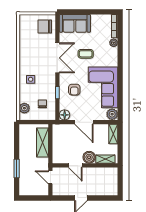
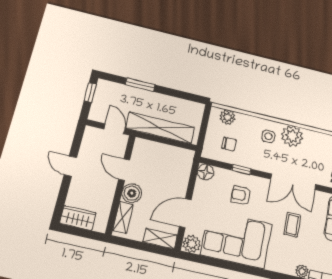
plant: (27, 64) -> (292, 136), added
door: (84, 122) -> (185, 213), moved
shelving: (42, 143) -> (160, 128), width x1.47
door: (75, 165) -> (124, 170), hinge flipped
door: (50, 177) -> (115, 129), hinge flipped
wardrobe: (112, 186) -> (78, 218), added
window: (30, 198) -> (90, 93), added

